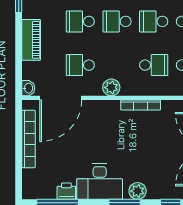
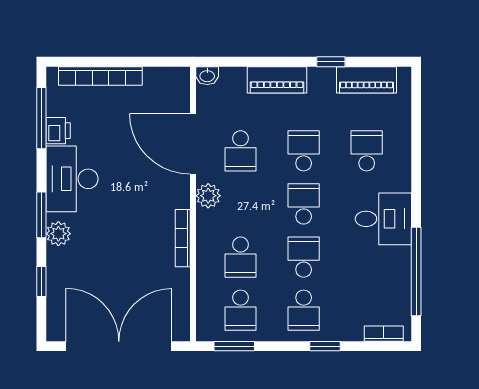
school desk: (80, 65) -> (241, 151), turned 180
door: (61, 98) -> (193, 144), moved
bookcase: (28, 139) -> (100, 76), moved

